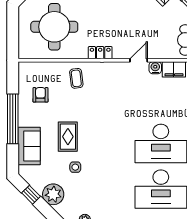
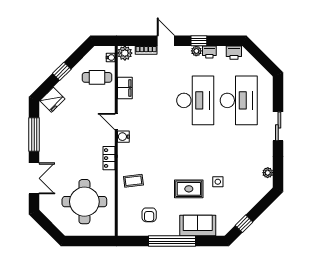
water cooler: (155, 68) -> (123, 137), moved
armchair: (40, 95) -> (149, 215), turned -90
plant: (53, 194) -> (244, 203), removed

